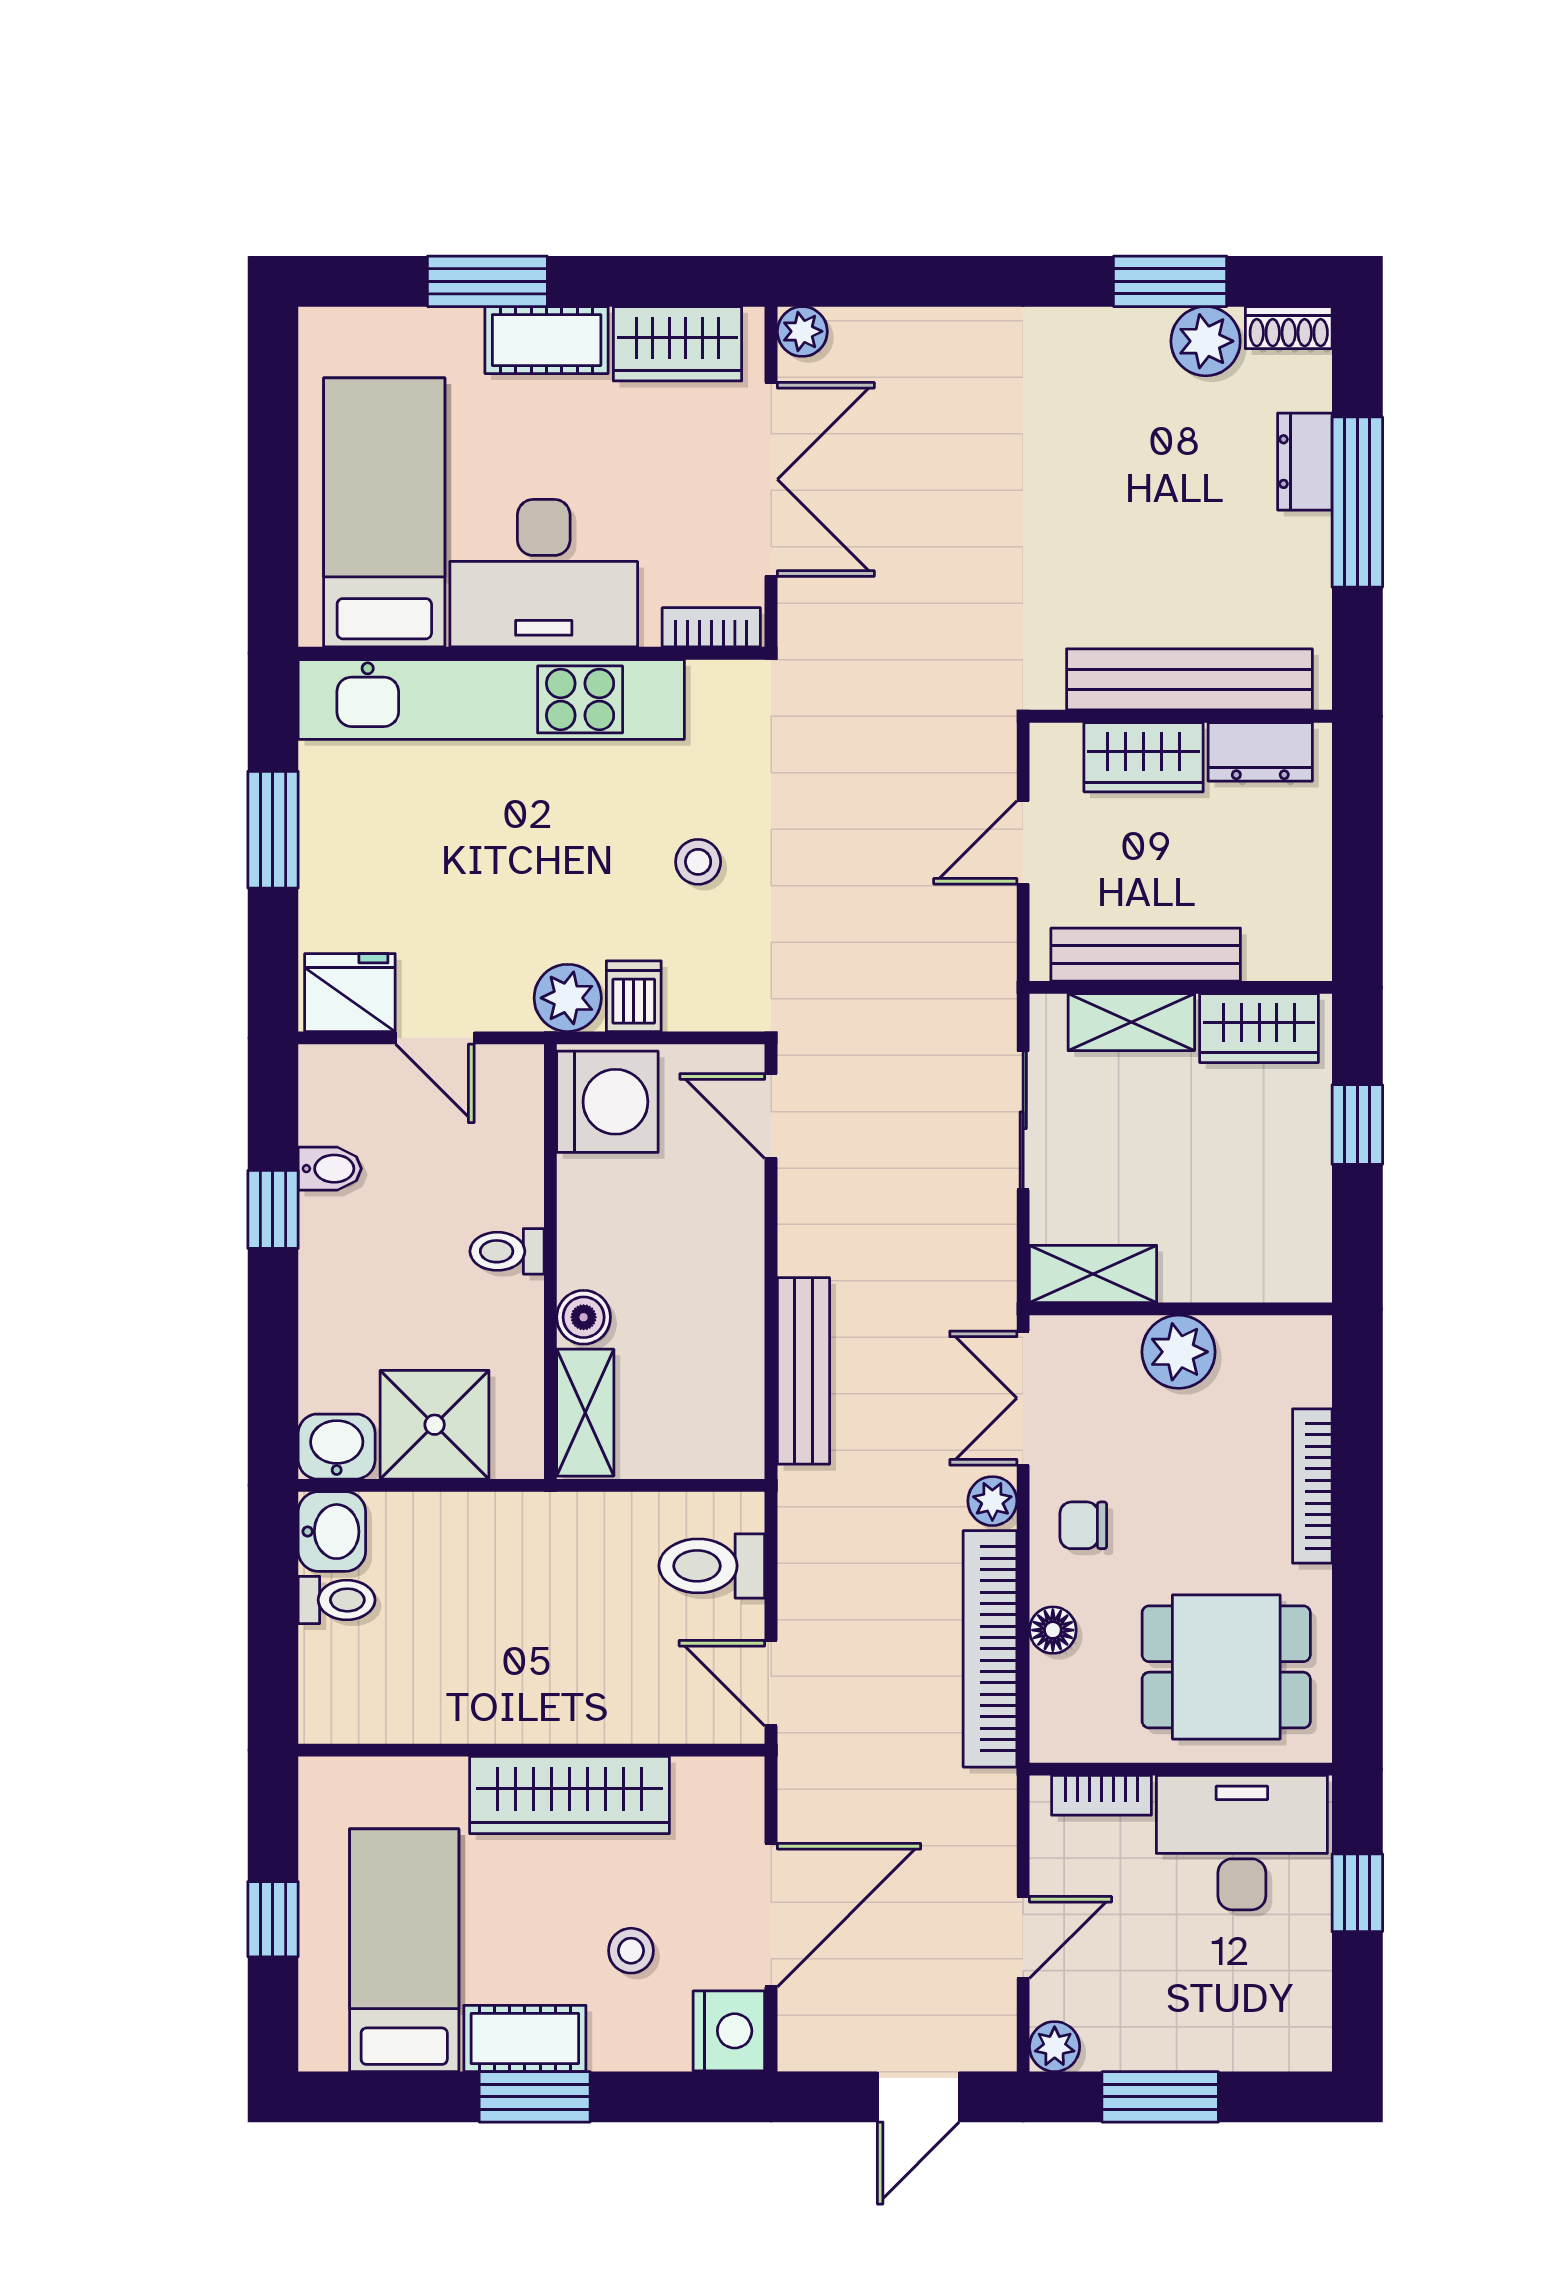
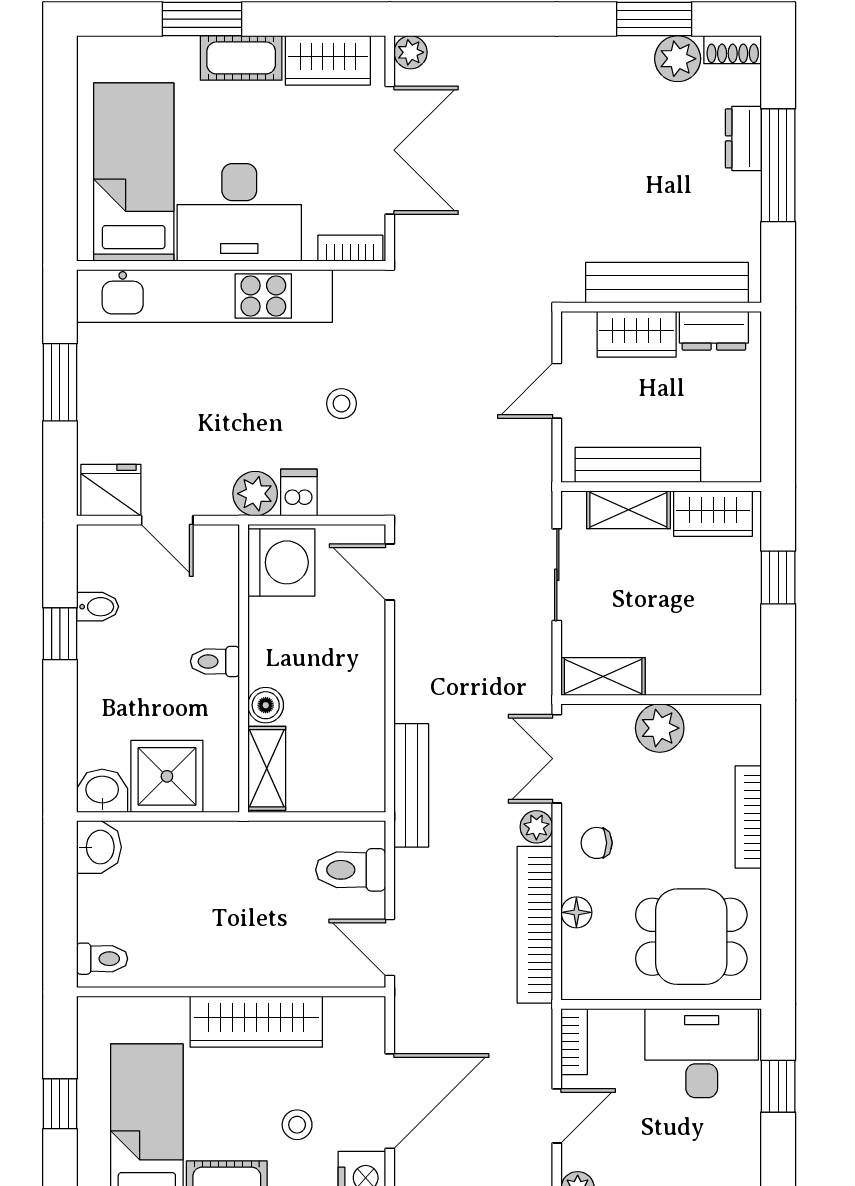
bench: (803, 1371) -> (411, 785), moved
toilet: (337, 1600) -> (102, 959), moved
bookcase: (1101, 1795) -> (574, 1042), moved, turned -90

